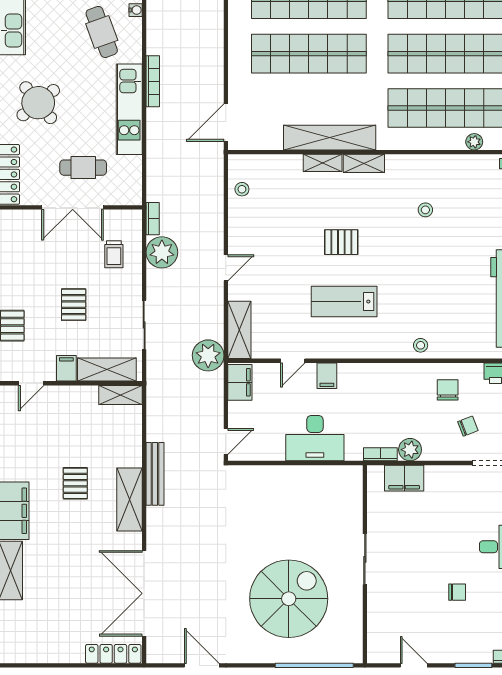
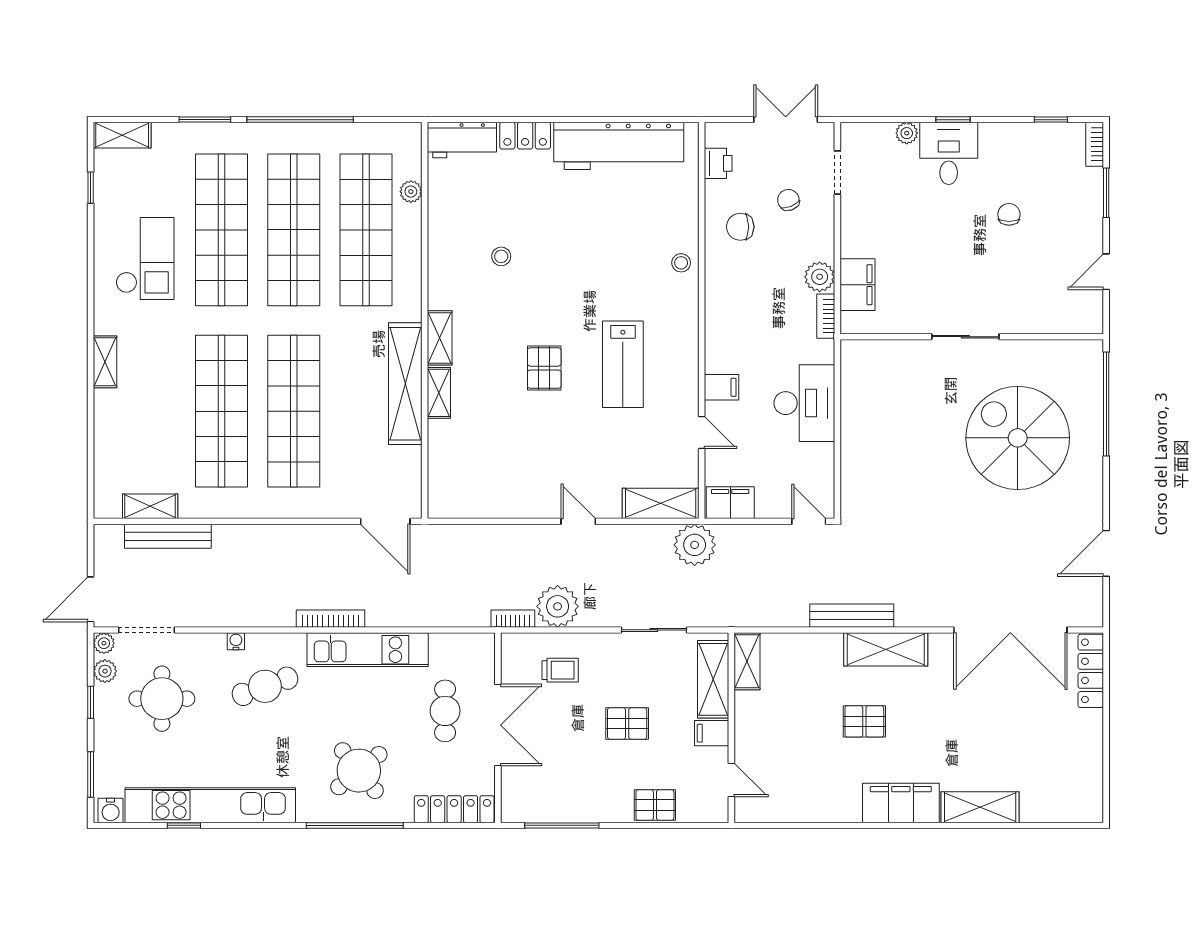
stool: (242, 189) -> (474, 500), removed

